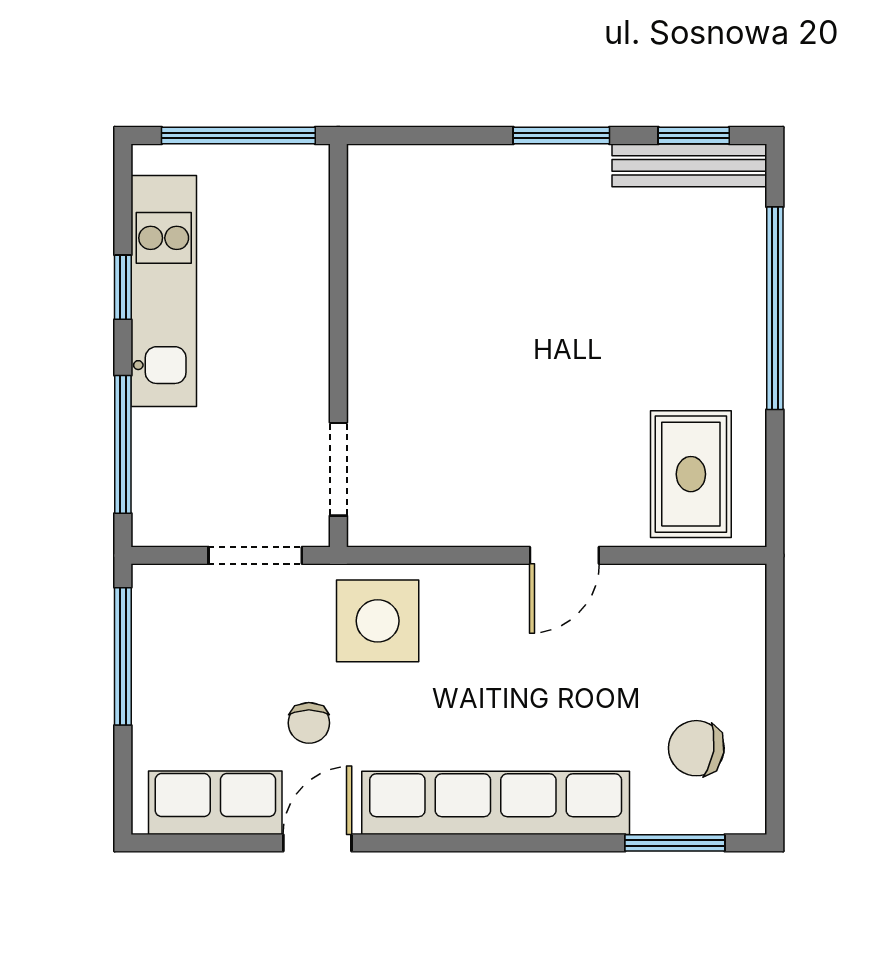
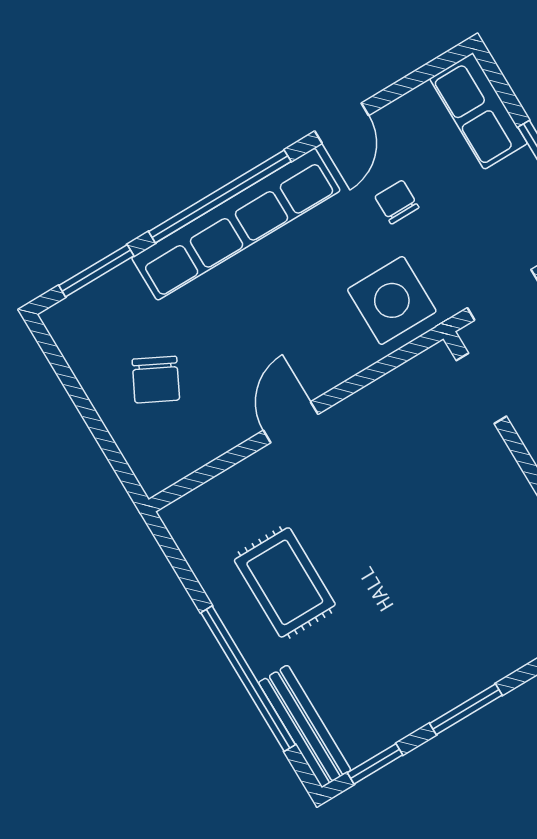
bench: (689, 165) -> (305, 726), moved, turned 90
rug: (691, 474) -> (285, 582), moved
chair: (696, 748) -> (156, 380), moved, turned 108
row of seats: (215, 803) -> (479, 111), moved, turned 90
window: (495, 843) -> (220, 197), added

